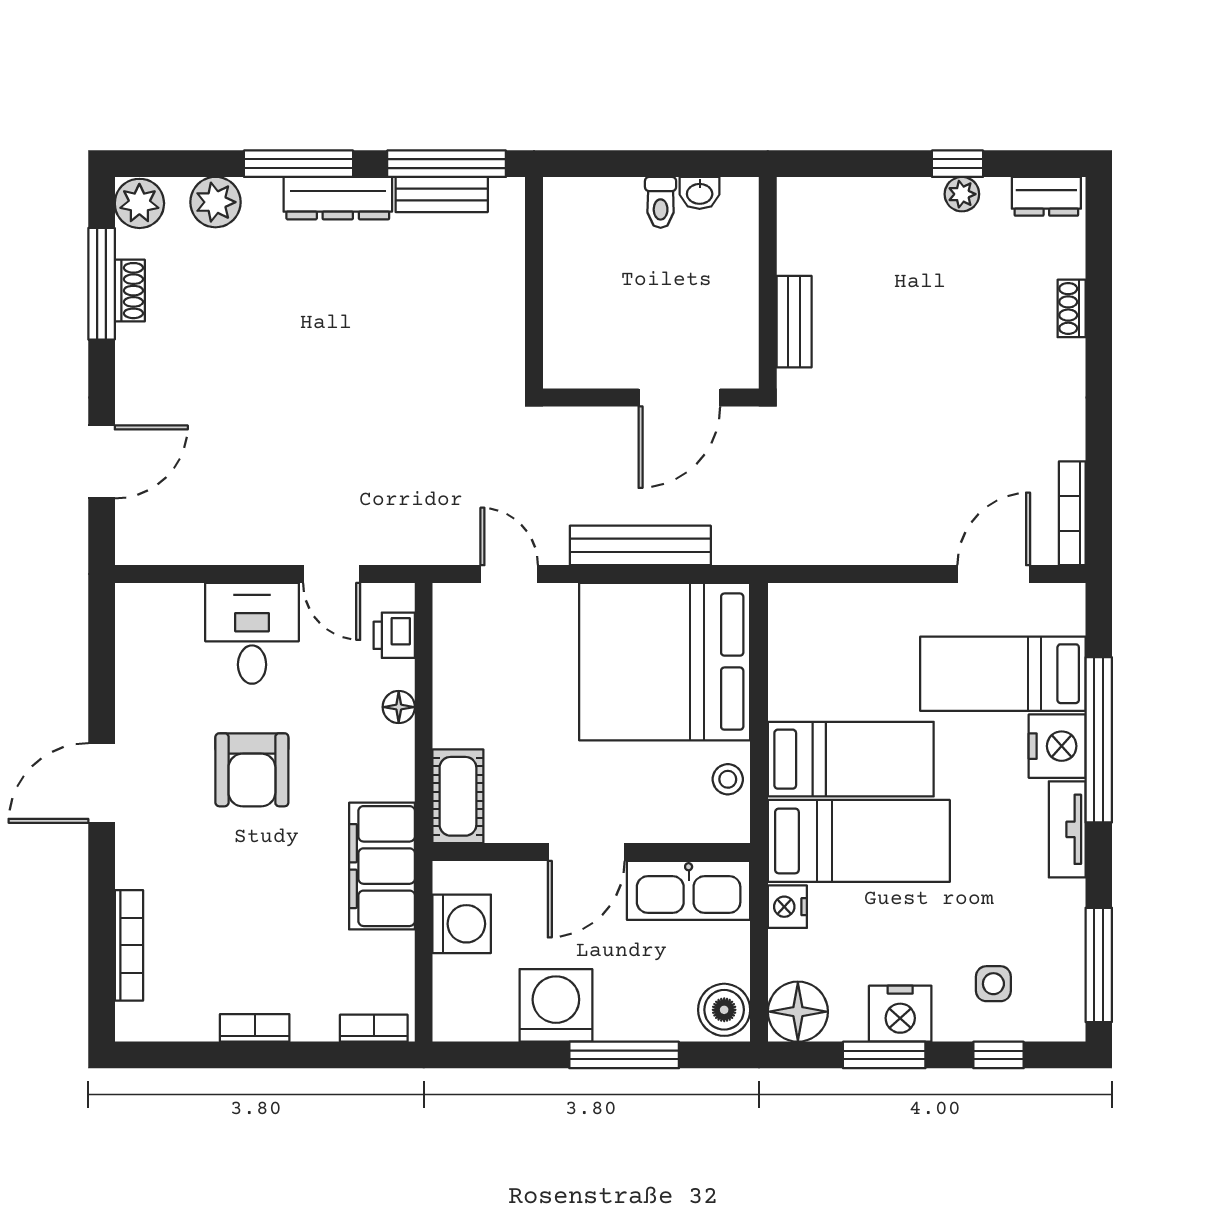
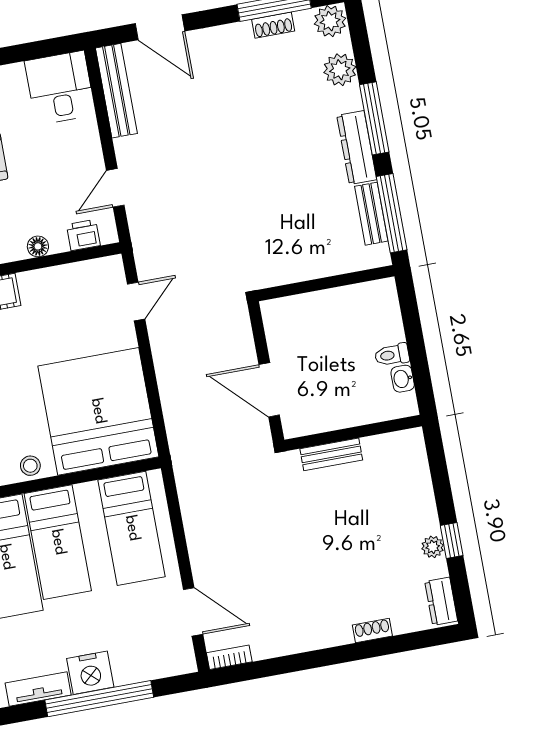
bookcase: (1072, 513) -> (229, 657), width x0.64
bench: (640, 545) -> (116, 91), moved
desk: (252, 633) -> (60, 88), moved, turned -90
bed: (1003, 674) -> (132, 528), moved, turned 180

